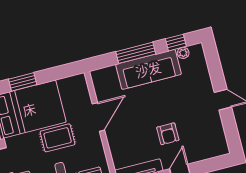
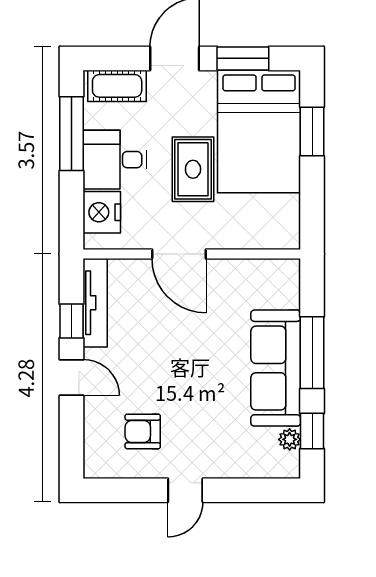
door: (98, 117) -> (179, 254), moved
armchair: (168, 134) -> (143, 431), moved

